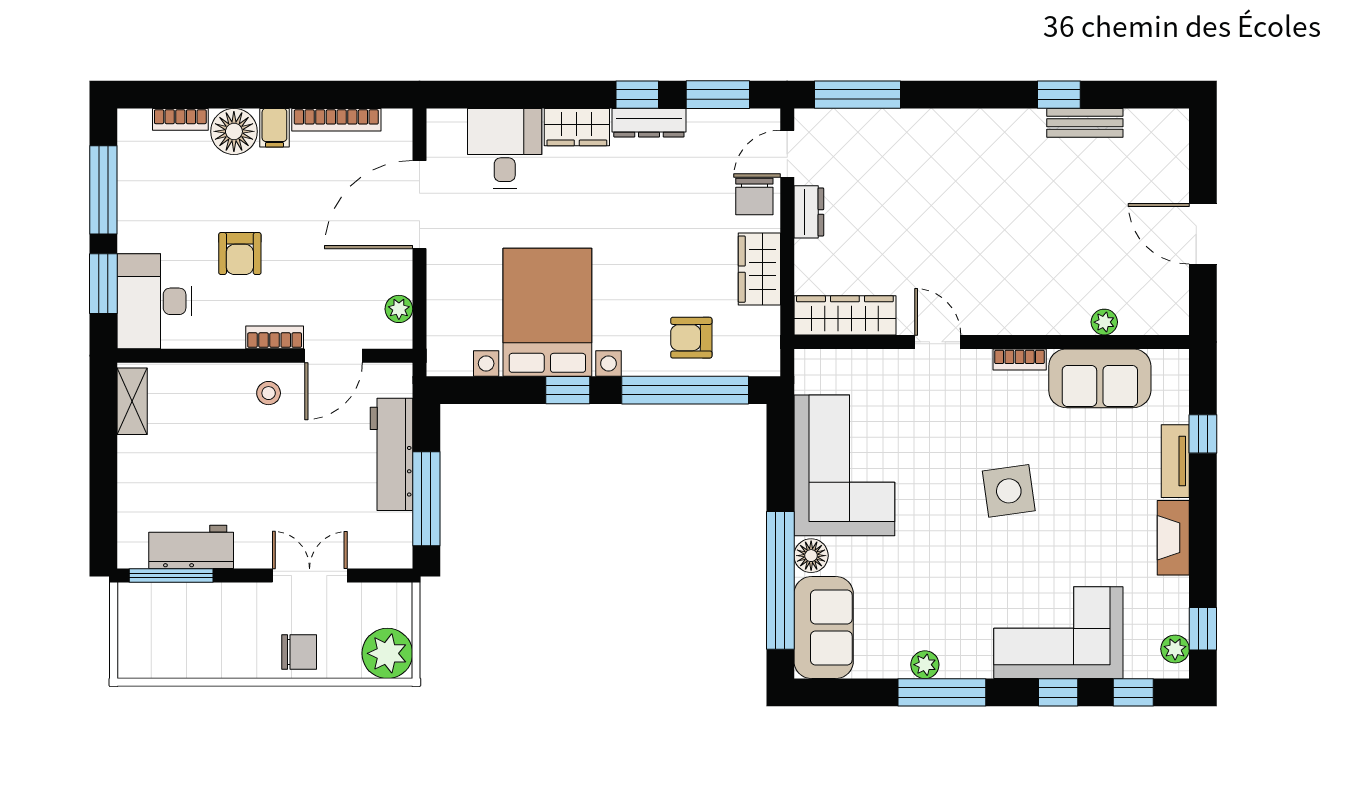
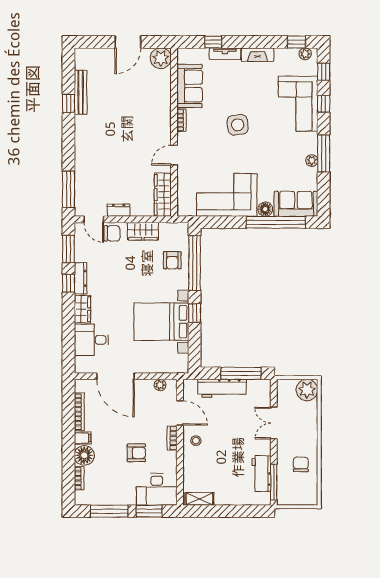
bench: (1085, 123) -> (81, 92), width x1.36
plant: (1104, 322) -> (161, 58), moved, width x1.88, depth x1.88
chair: (299, 652) -> (301, 464), moved

